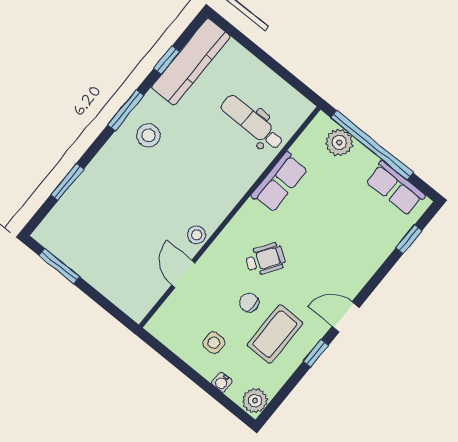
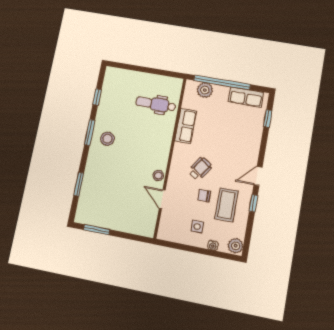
kitchen counter: (191, 62) -> (109, 91), removed

